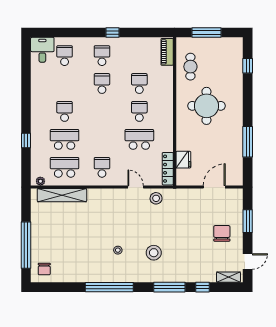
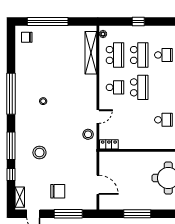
school desk: (139, 139) -> (139, 87), moved
fridge: (183, 160) -> (122, 158), removed
locker: (168, 169) -> (109, 144), width x0.66
window: (248, 221) -> (68, 214), width x1.44
stool: (154, 253) -> (39, 153), moved

